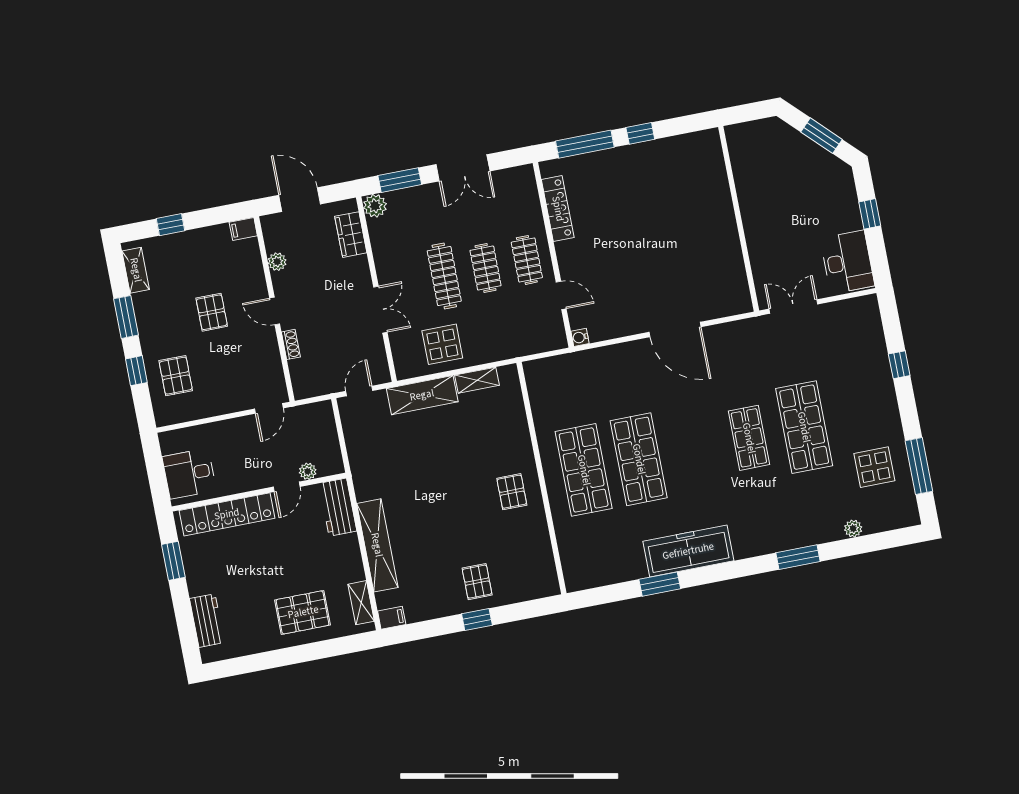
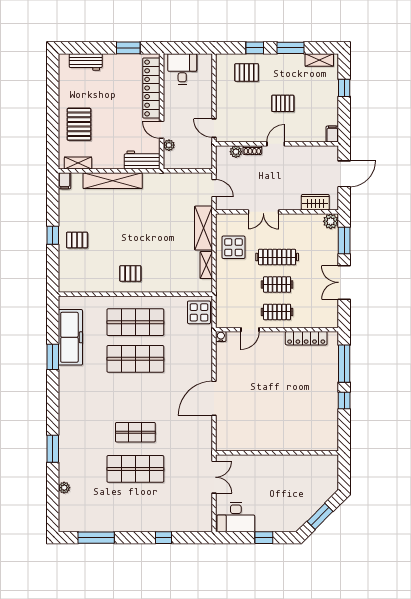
plant: (277, 262) -> (236, 152), moved
display table: (874, 467) -> (199, 312), moved
freezer: (688, 551) -> (70, 337), moved

